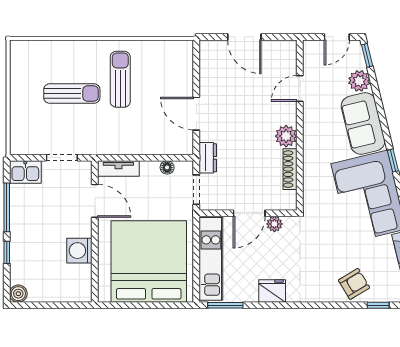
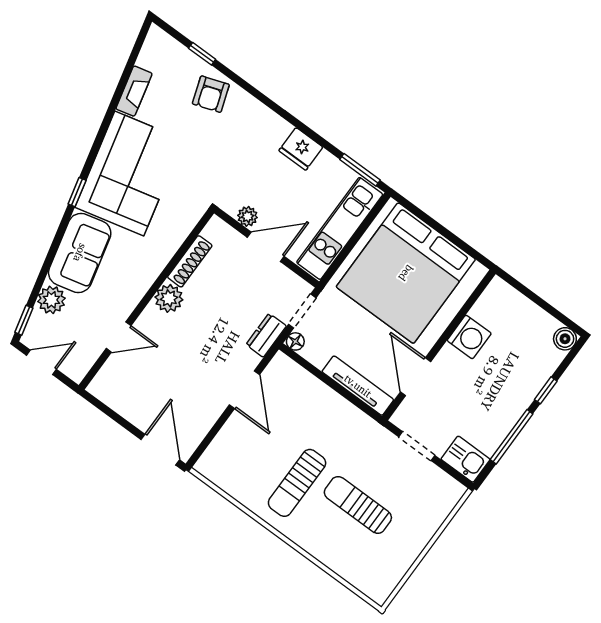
door: (244, 37) -> (160, 450), moved
floor lamp: (167, 167) -> (295, 341), moved
tv unit: (118, 169) -> (358, 386), width x1.41
armchair: (354, 284) -> (211, 94), turned -78

